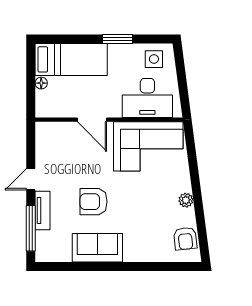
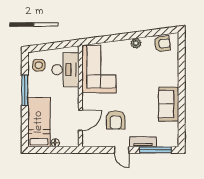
window: (117, 39) -> (25, 90), width x1.44
door: (92, 120) -> (80, 120), moved
armchair: (94, 202) -> (116, 120), moved

